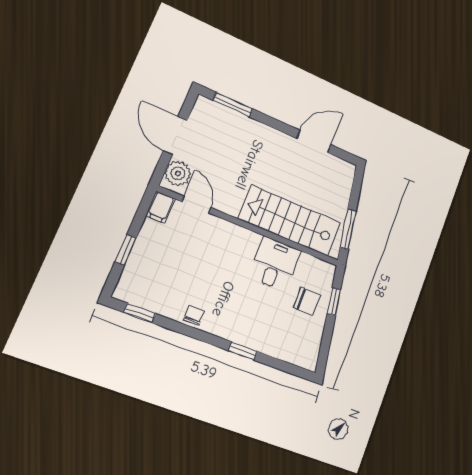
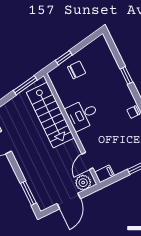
desk: (275, 264) -> (82, 115), moved
chair: (307, 301) -> (77, 70), turned 90

